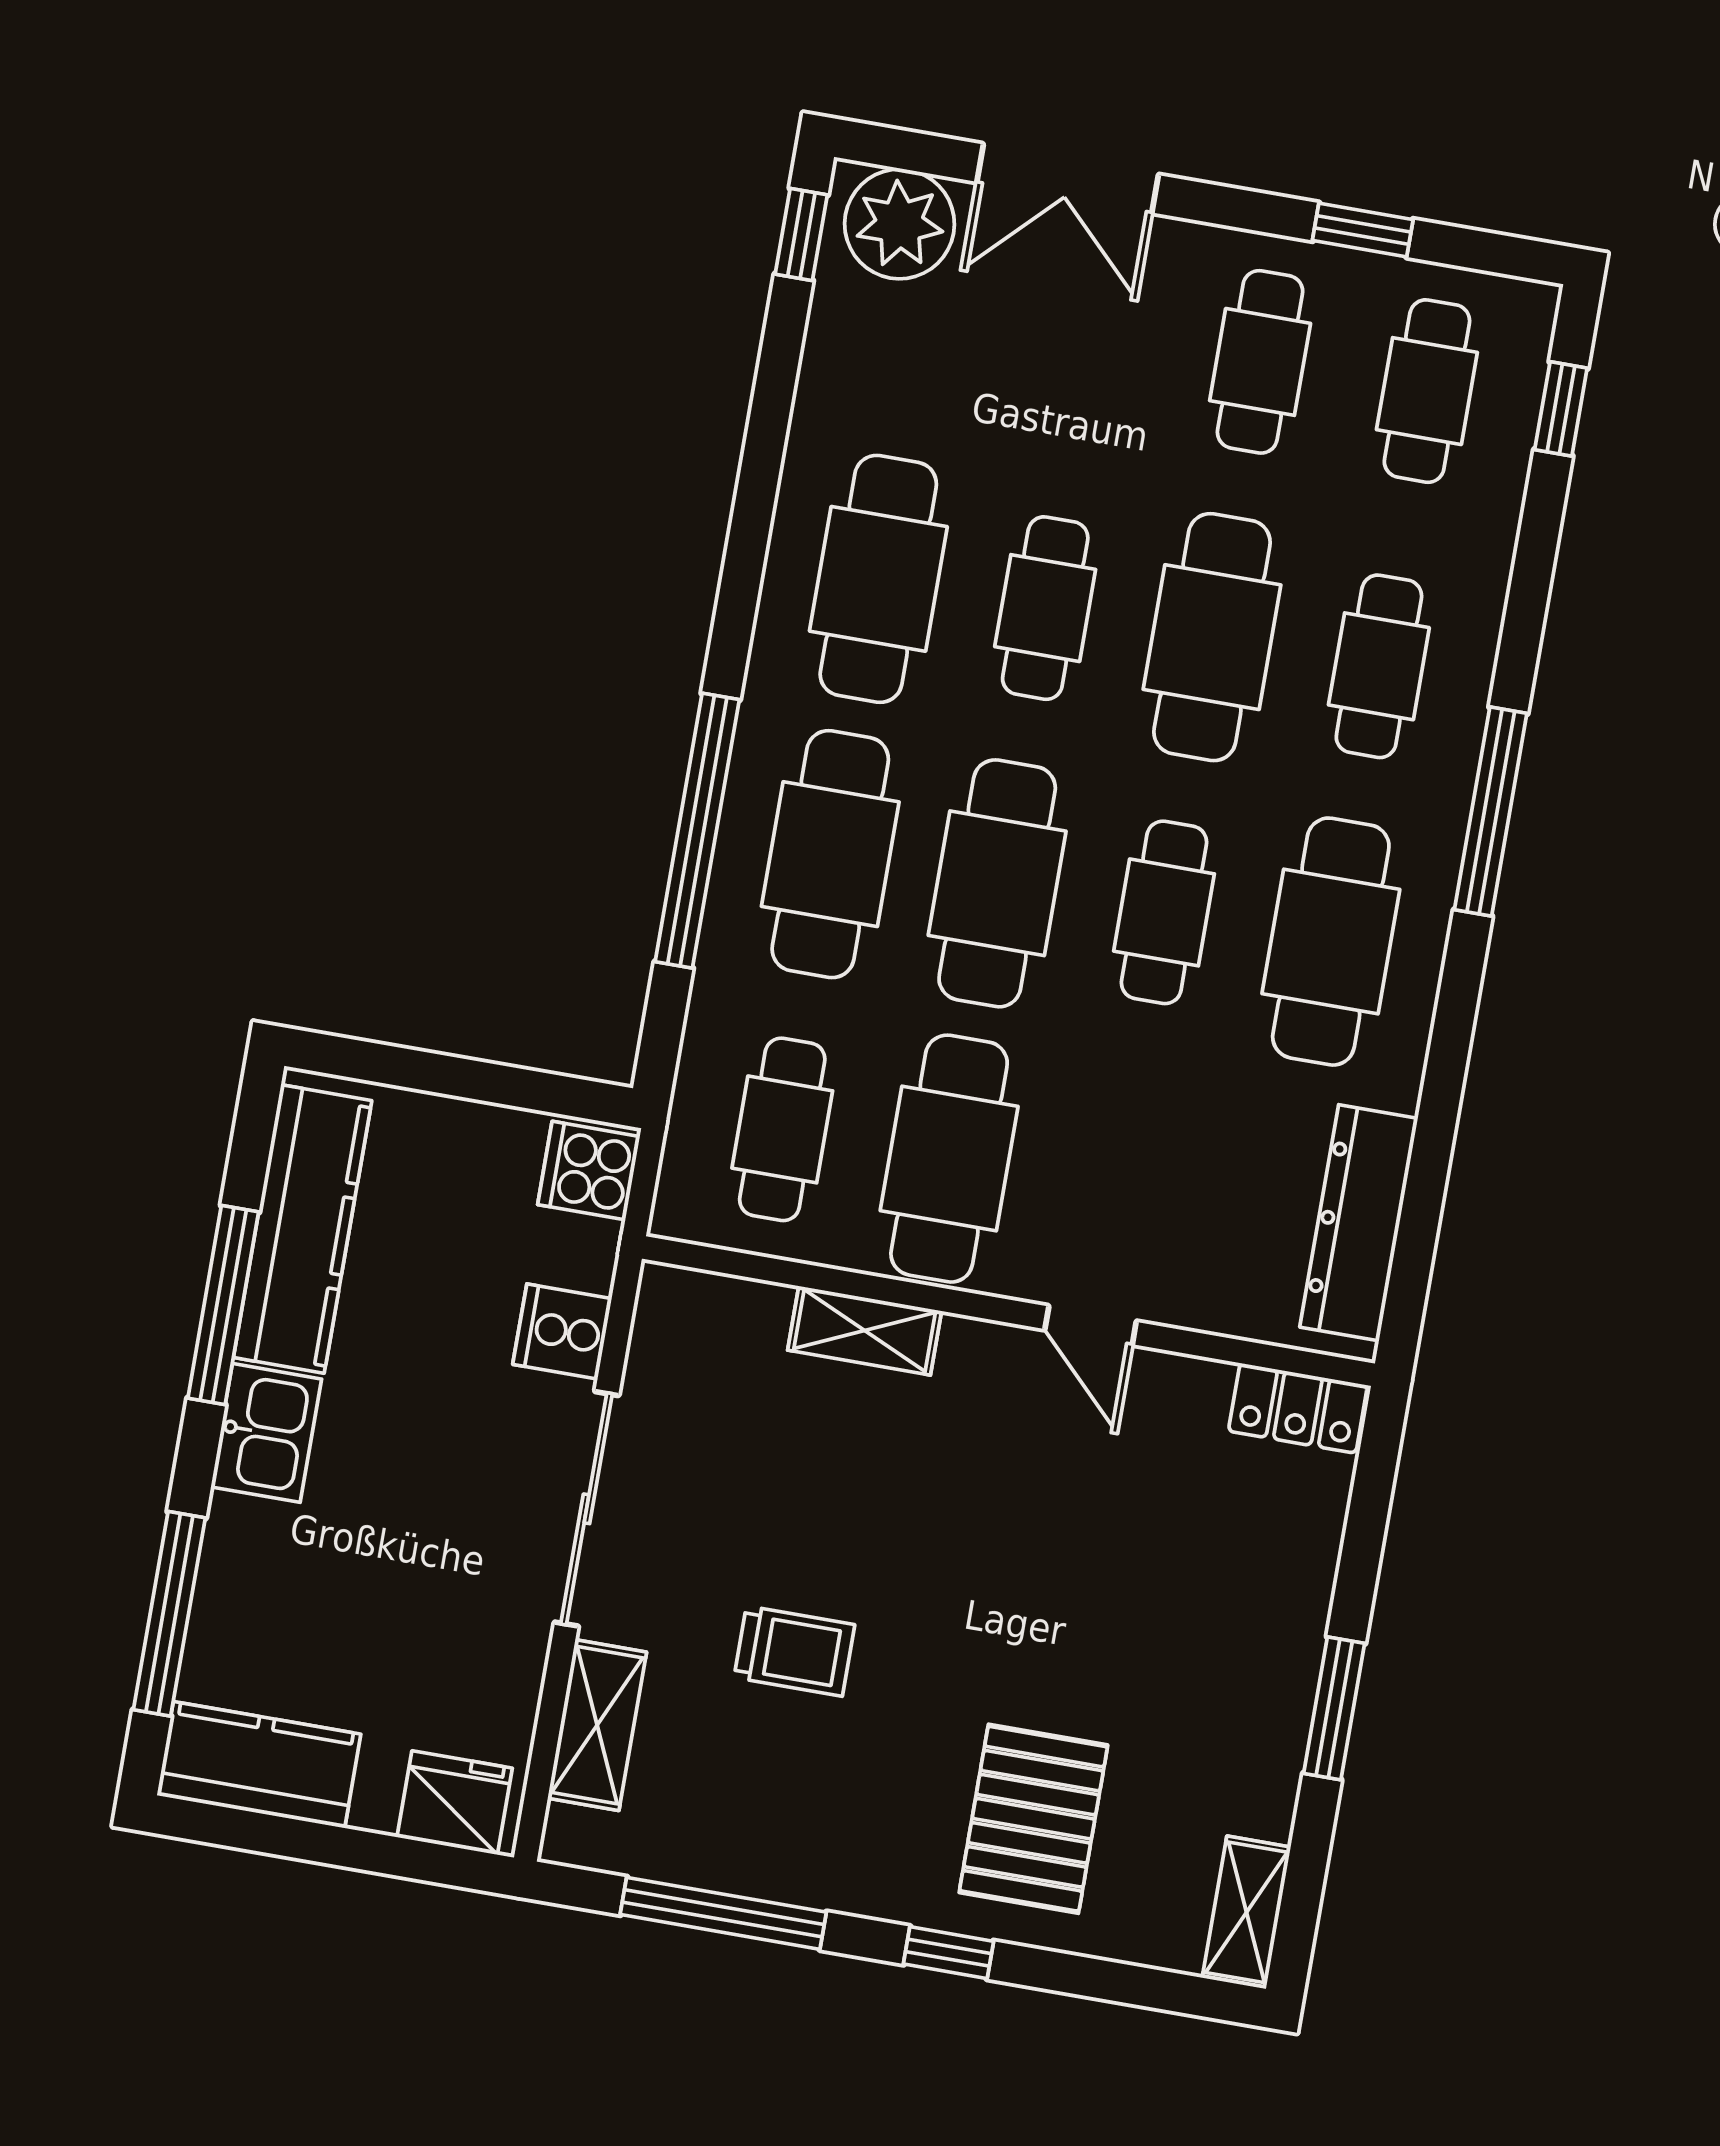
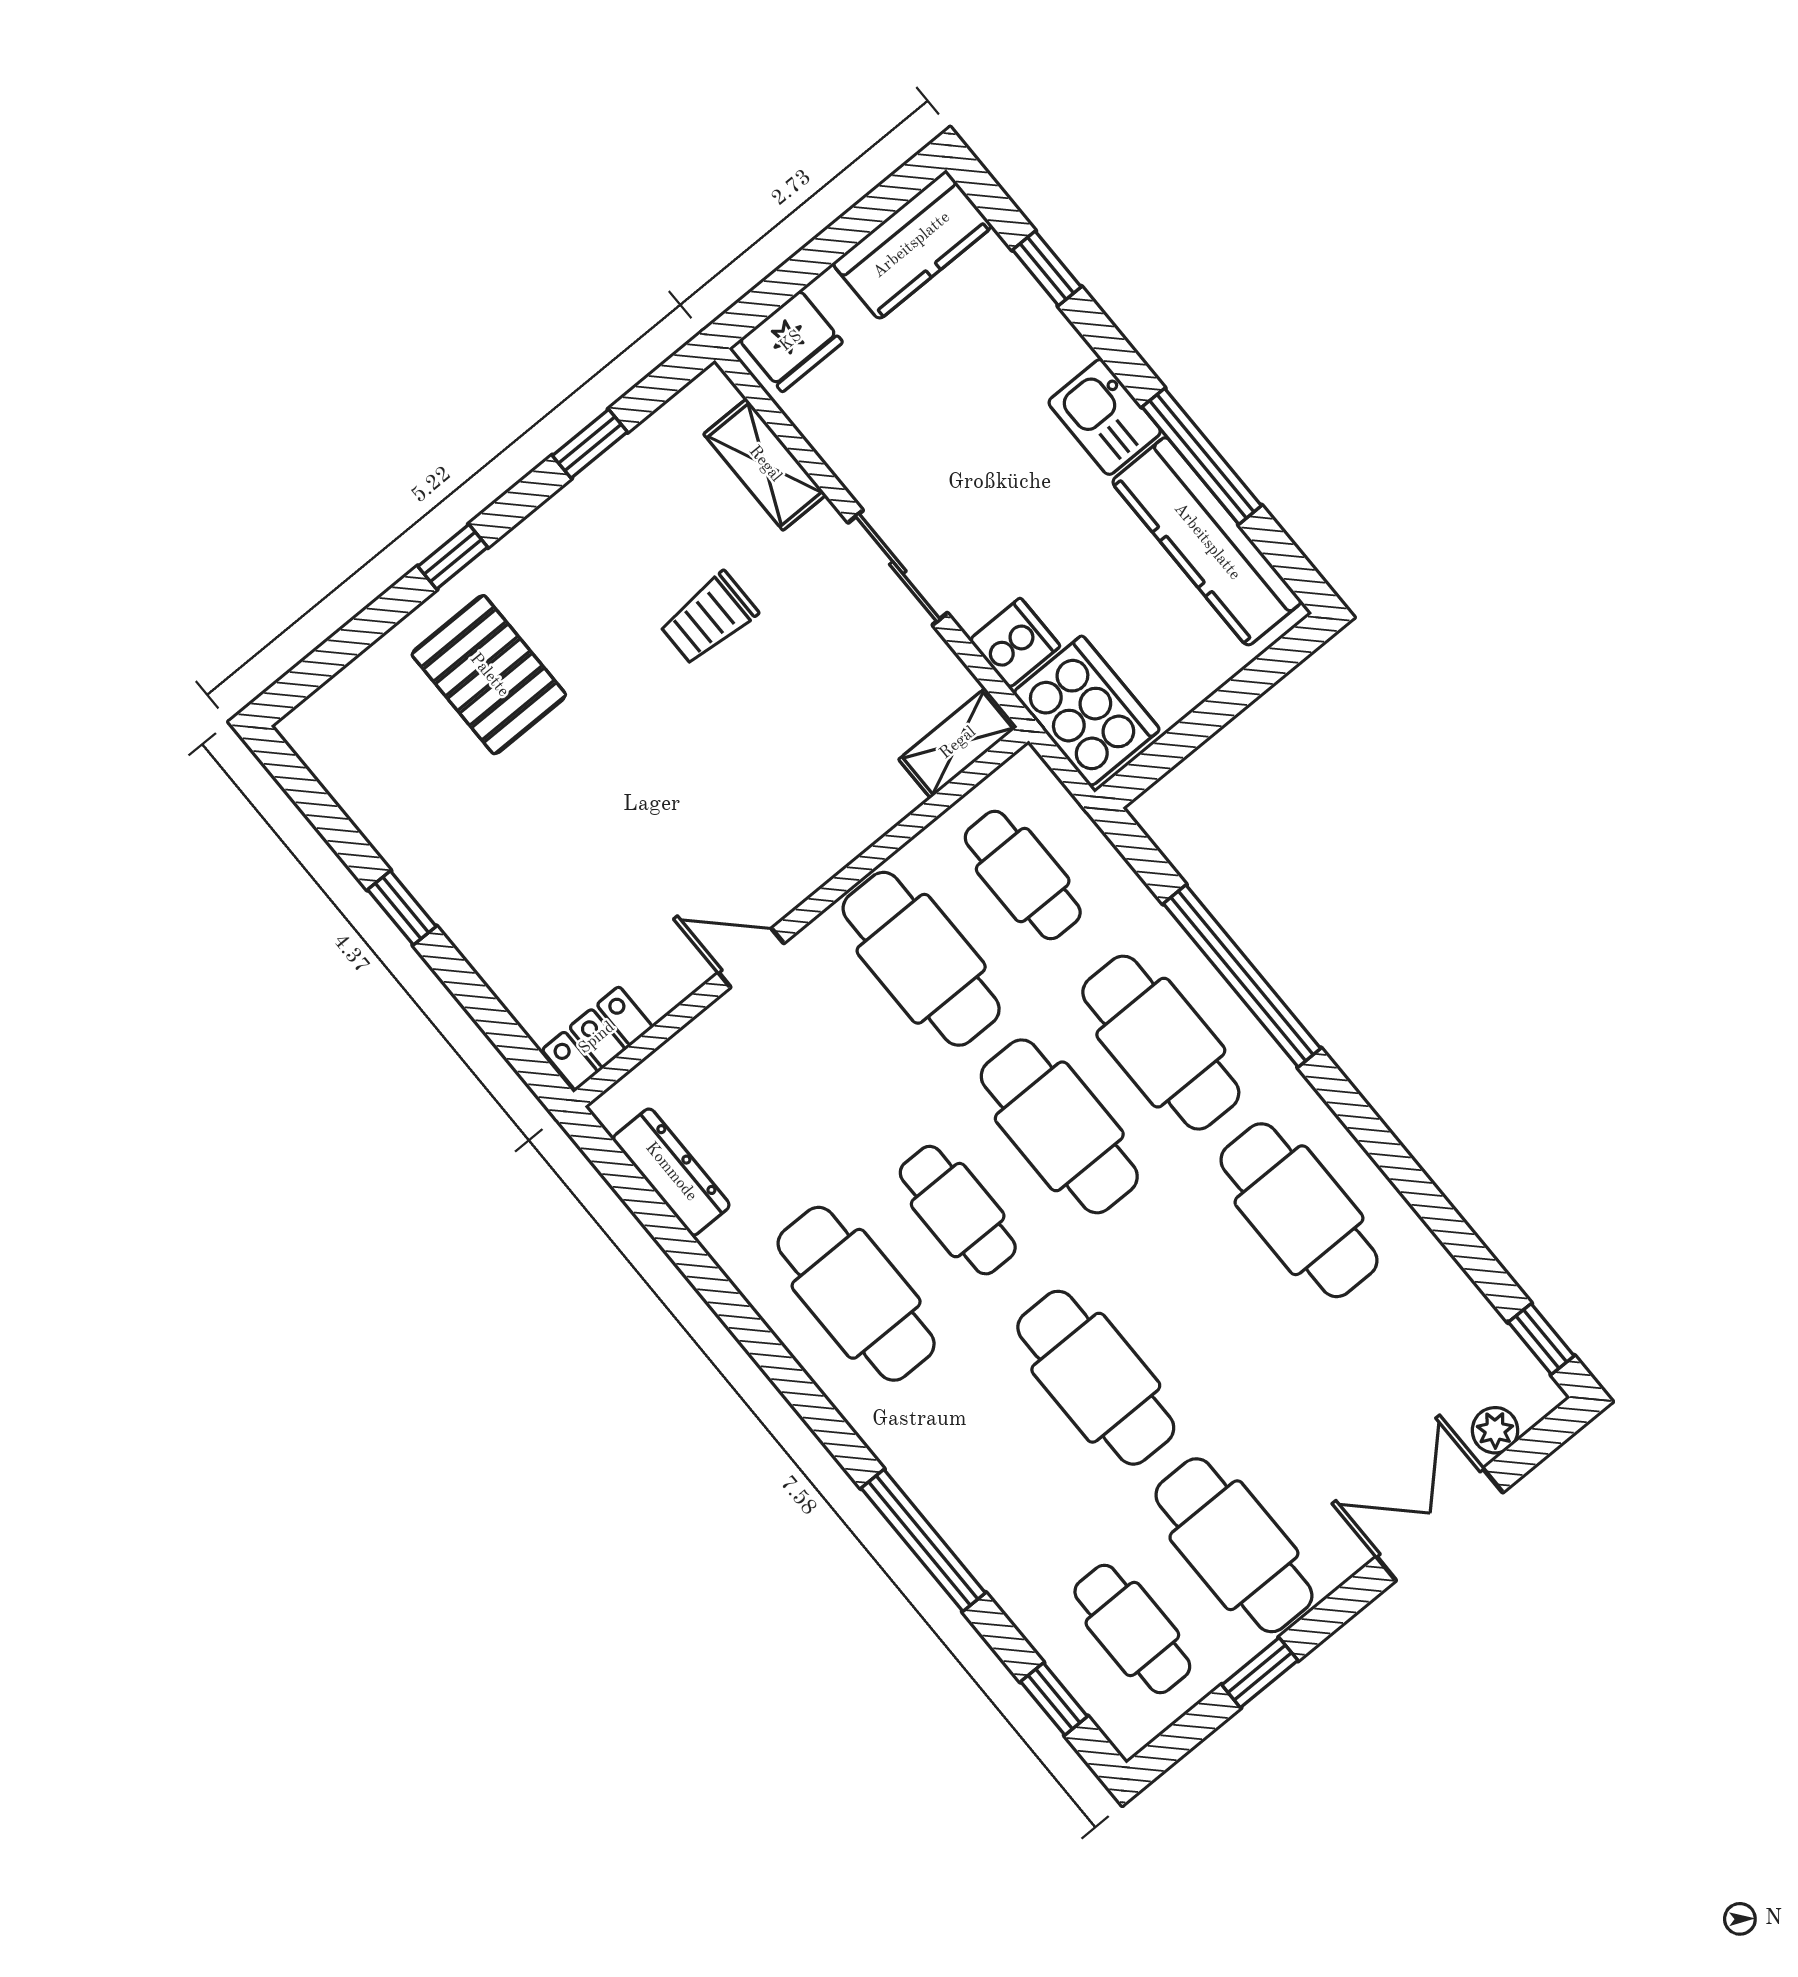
plant: (900, 224) -> (1495, 1430), width x0.53, depth x0.53
cafe table: (1260, 362) -> (1234, 1545), width x1.37, depth x1.35
cafe table: (1045, 608) -> (1197, 1294), removed
cafe table: (1379, 666) -> (994, 1461), removed
window: (1491, 812) -> (923, 1540), moved
cooker: (589, 1171) -> (1086, 711), width x1.87, depth x1.31
dresser: (1359, 1223) -> (671, 1172), width x0.73, depth x0.80
shelving: (865, 1331) -> (958, 743), moved
sliding door: (587, 1509) -> (898, 568), width x0.73
window: (169, 1614) -> (1047, 268), width x0.46
window: (1334, 1708) -> (402, 908), width x0.67
shelving: (1246, 1912) -> (326, 753), removed
window: (723, 1913) -> (590, 444), width x0.46

